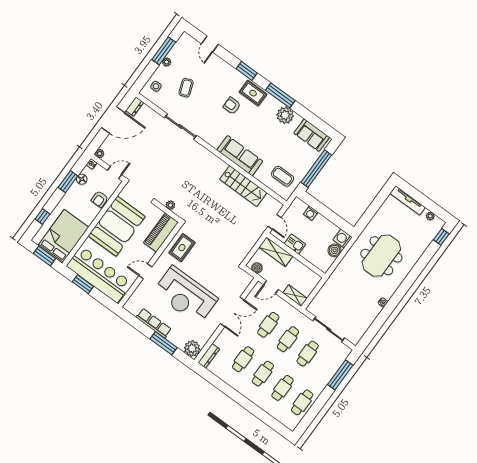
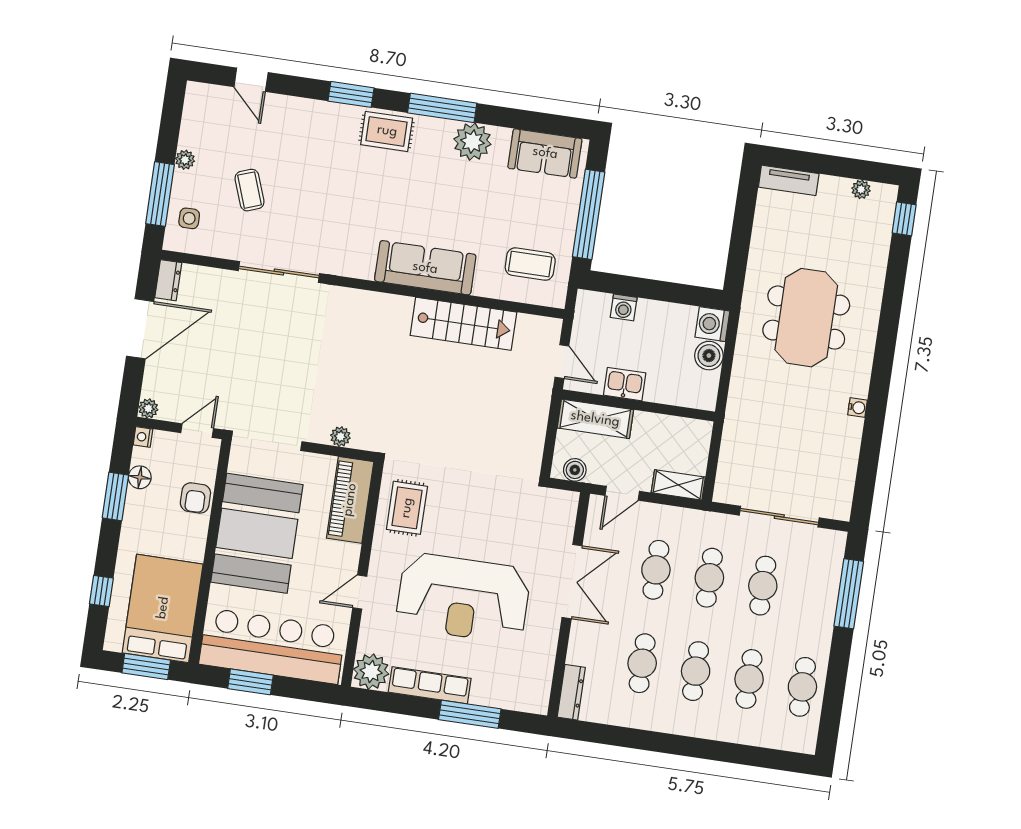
window: (164, 51) -> (160, 194), moved
armchair: (232, 106) -> (358, 178), removed
tv unit: (408, 200) -> (789, 180), width x0.71
plant: (192, 348) -> (371, 672), moved

